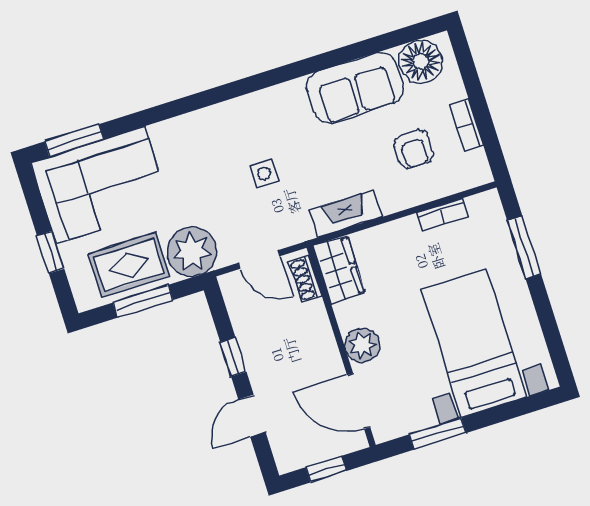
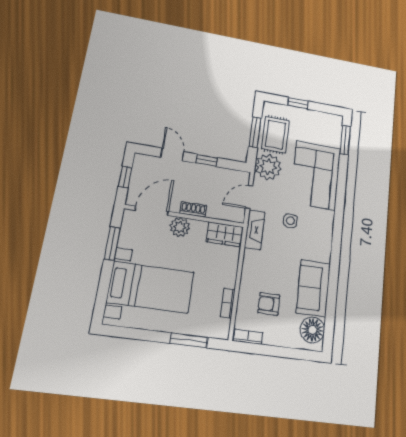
bookcase: (467, 125) -> (248, 337), moved
corner sofa: (101, 185) -> (316, 175), moved
fireplace: (346, 214) -> (255, 230), moved
shoe rack: (305, 279) -> (193, 209), moved

